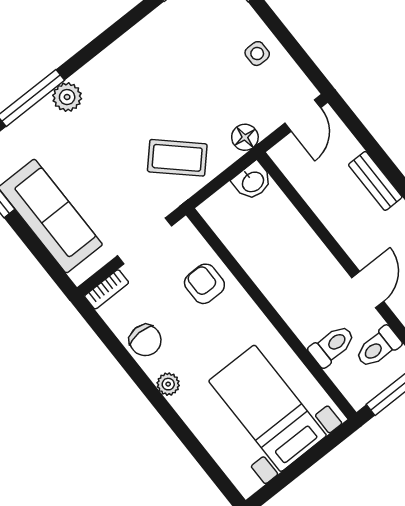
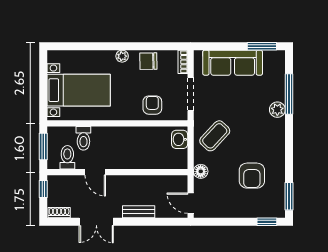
side table: (257, 54) -> (232, 205), removed
armchair: (192, 58) -> (252, 176), added
washbasin: (252, 181) -> (180, 139), moved
armchair: (204, 284) -> (152, 105), turned -90

